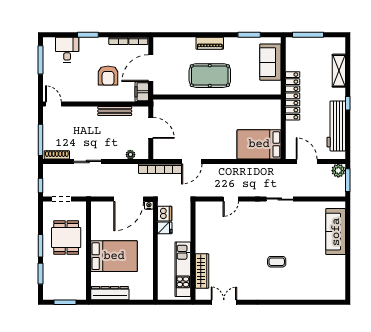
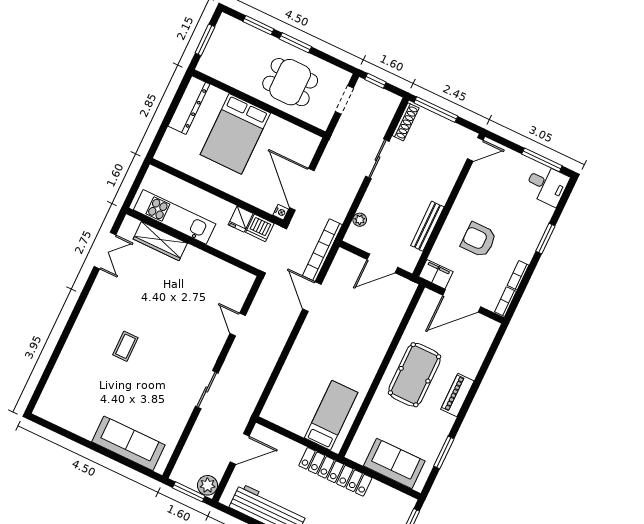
desk: (67, 50) -> (547, 185), moved
door: (151, 68) -> (462, 301), swing flipped
bed: (259, 144) -> (331, 415), moved, width x0.67

